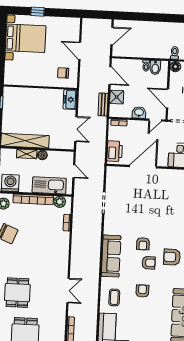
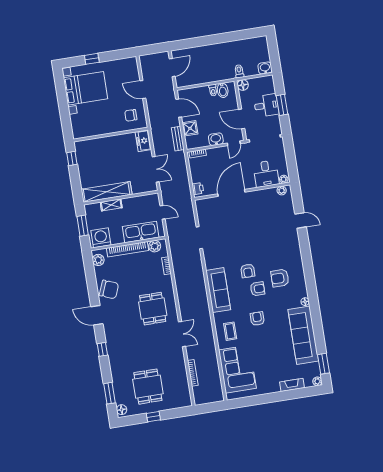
printer: (115, 151) -> (198, 189), width x0.53, depth x0.68
boiler: (42, 155) -> (127, 203), removed
dining table: (17, 293) -> (153, 309), moved

